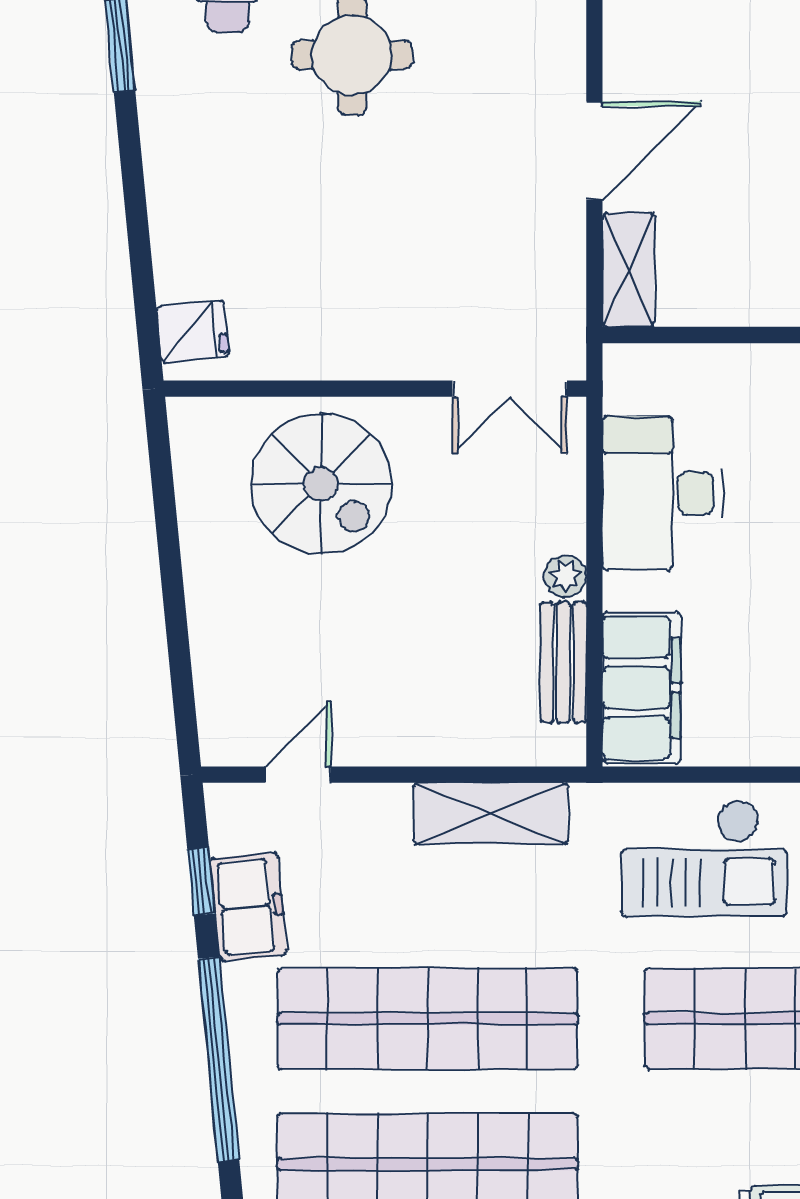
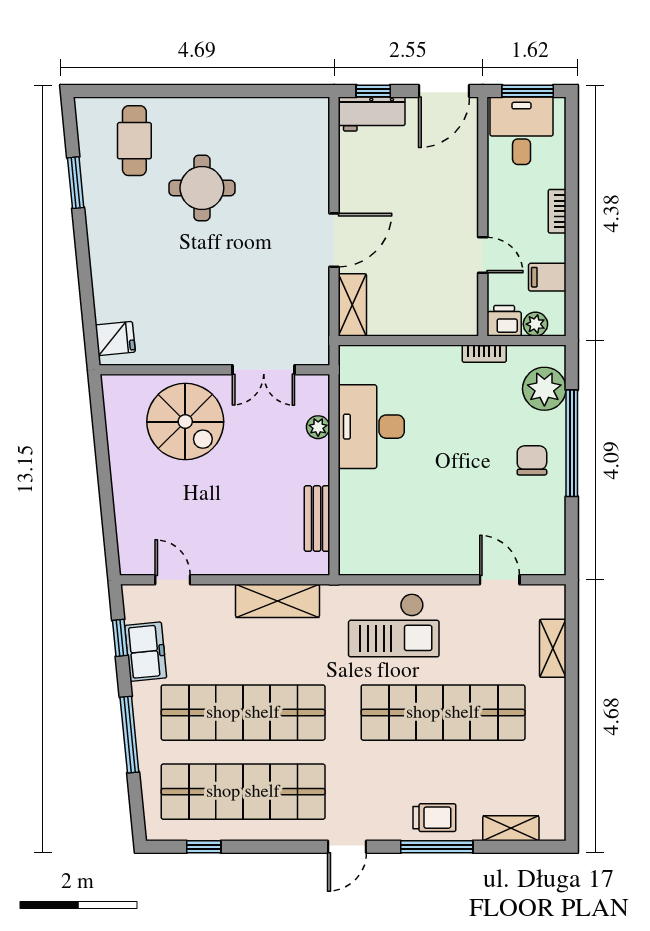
double door: (510, 389) -> (264, 370), moved
plant: (565, 576) -> (318, 427), moved
filing cabinet: (642, 688) -> (360, 532), removed
door: (298, 775) -> (173, 580), hinge flipped
window: (219, 1059) -> (129, 735), width x0.68

